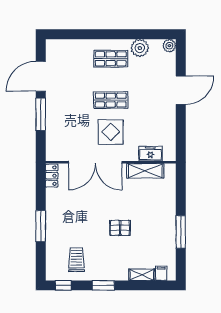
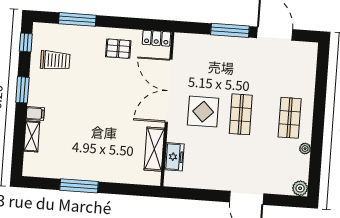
plant: (140, 48) -> (305, 149), width x0.53, depth x0.53
window: (41, 226) -> (77, 19), moved
pallet: (120, 228) -> (118, 49), moved, turned 90
filing cabinet: (161, 273) -> (35, 114), moved

